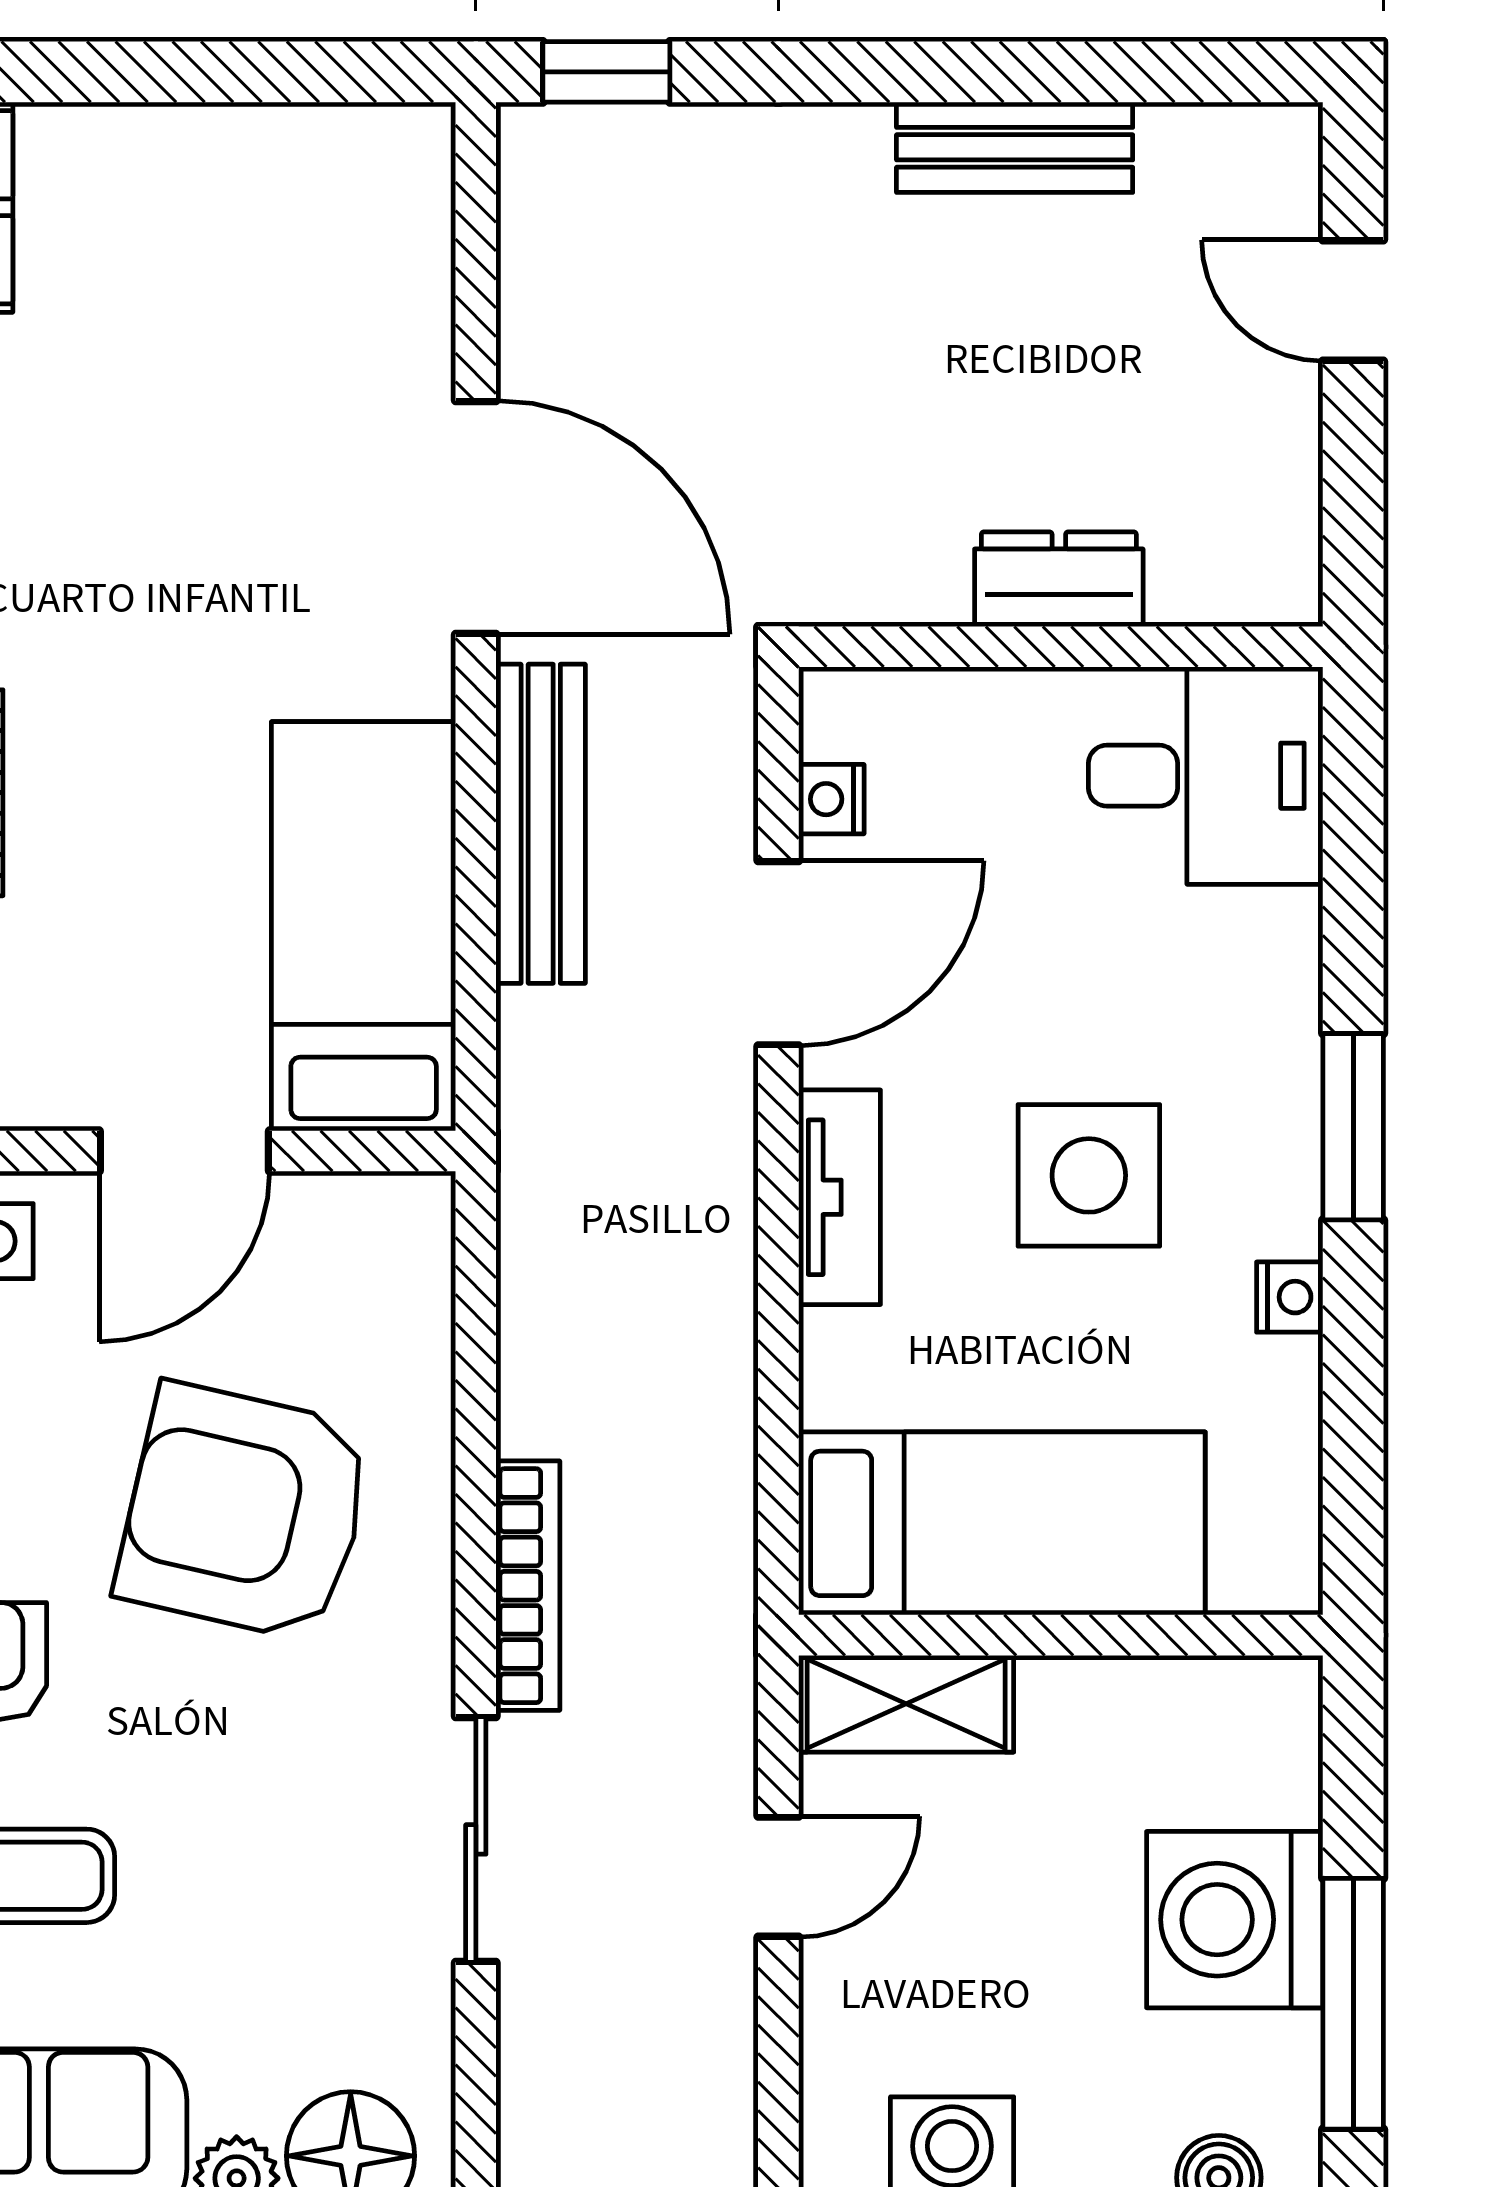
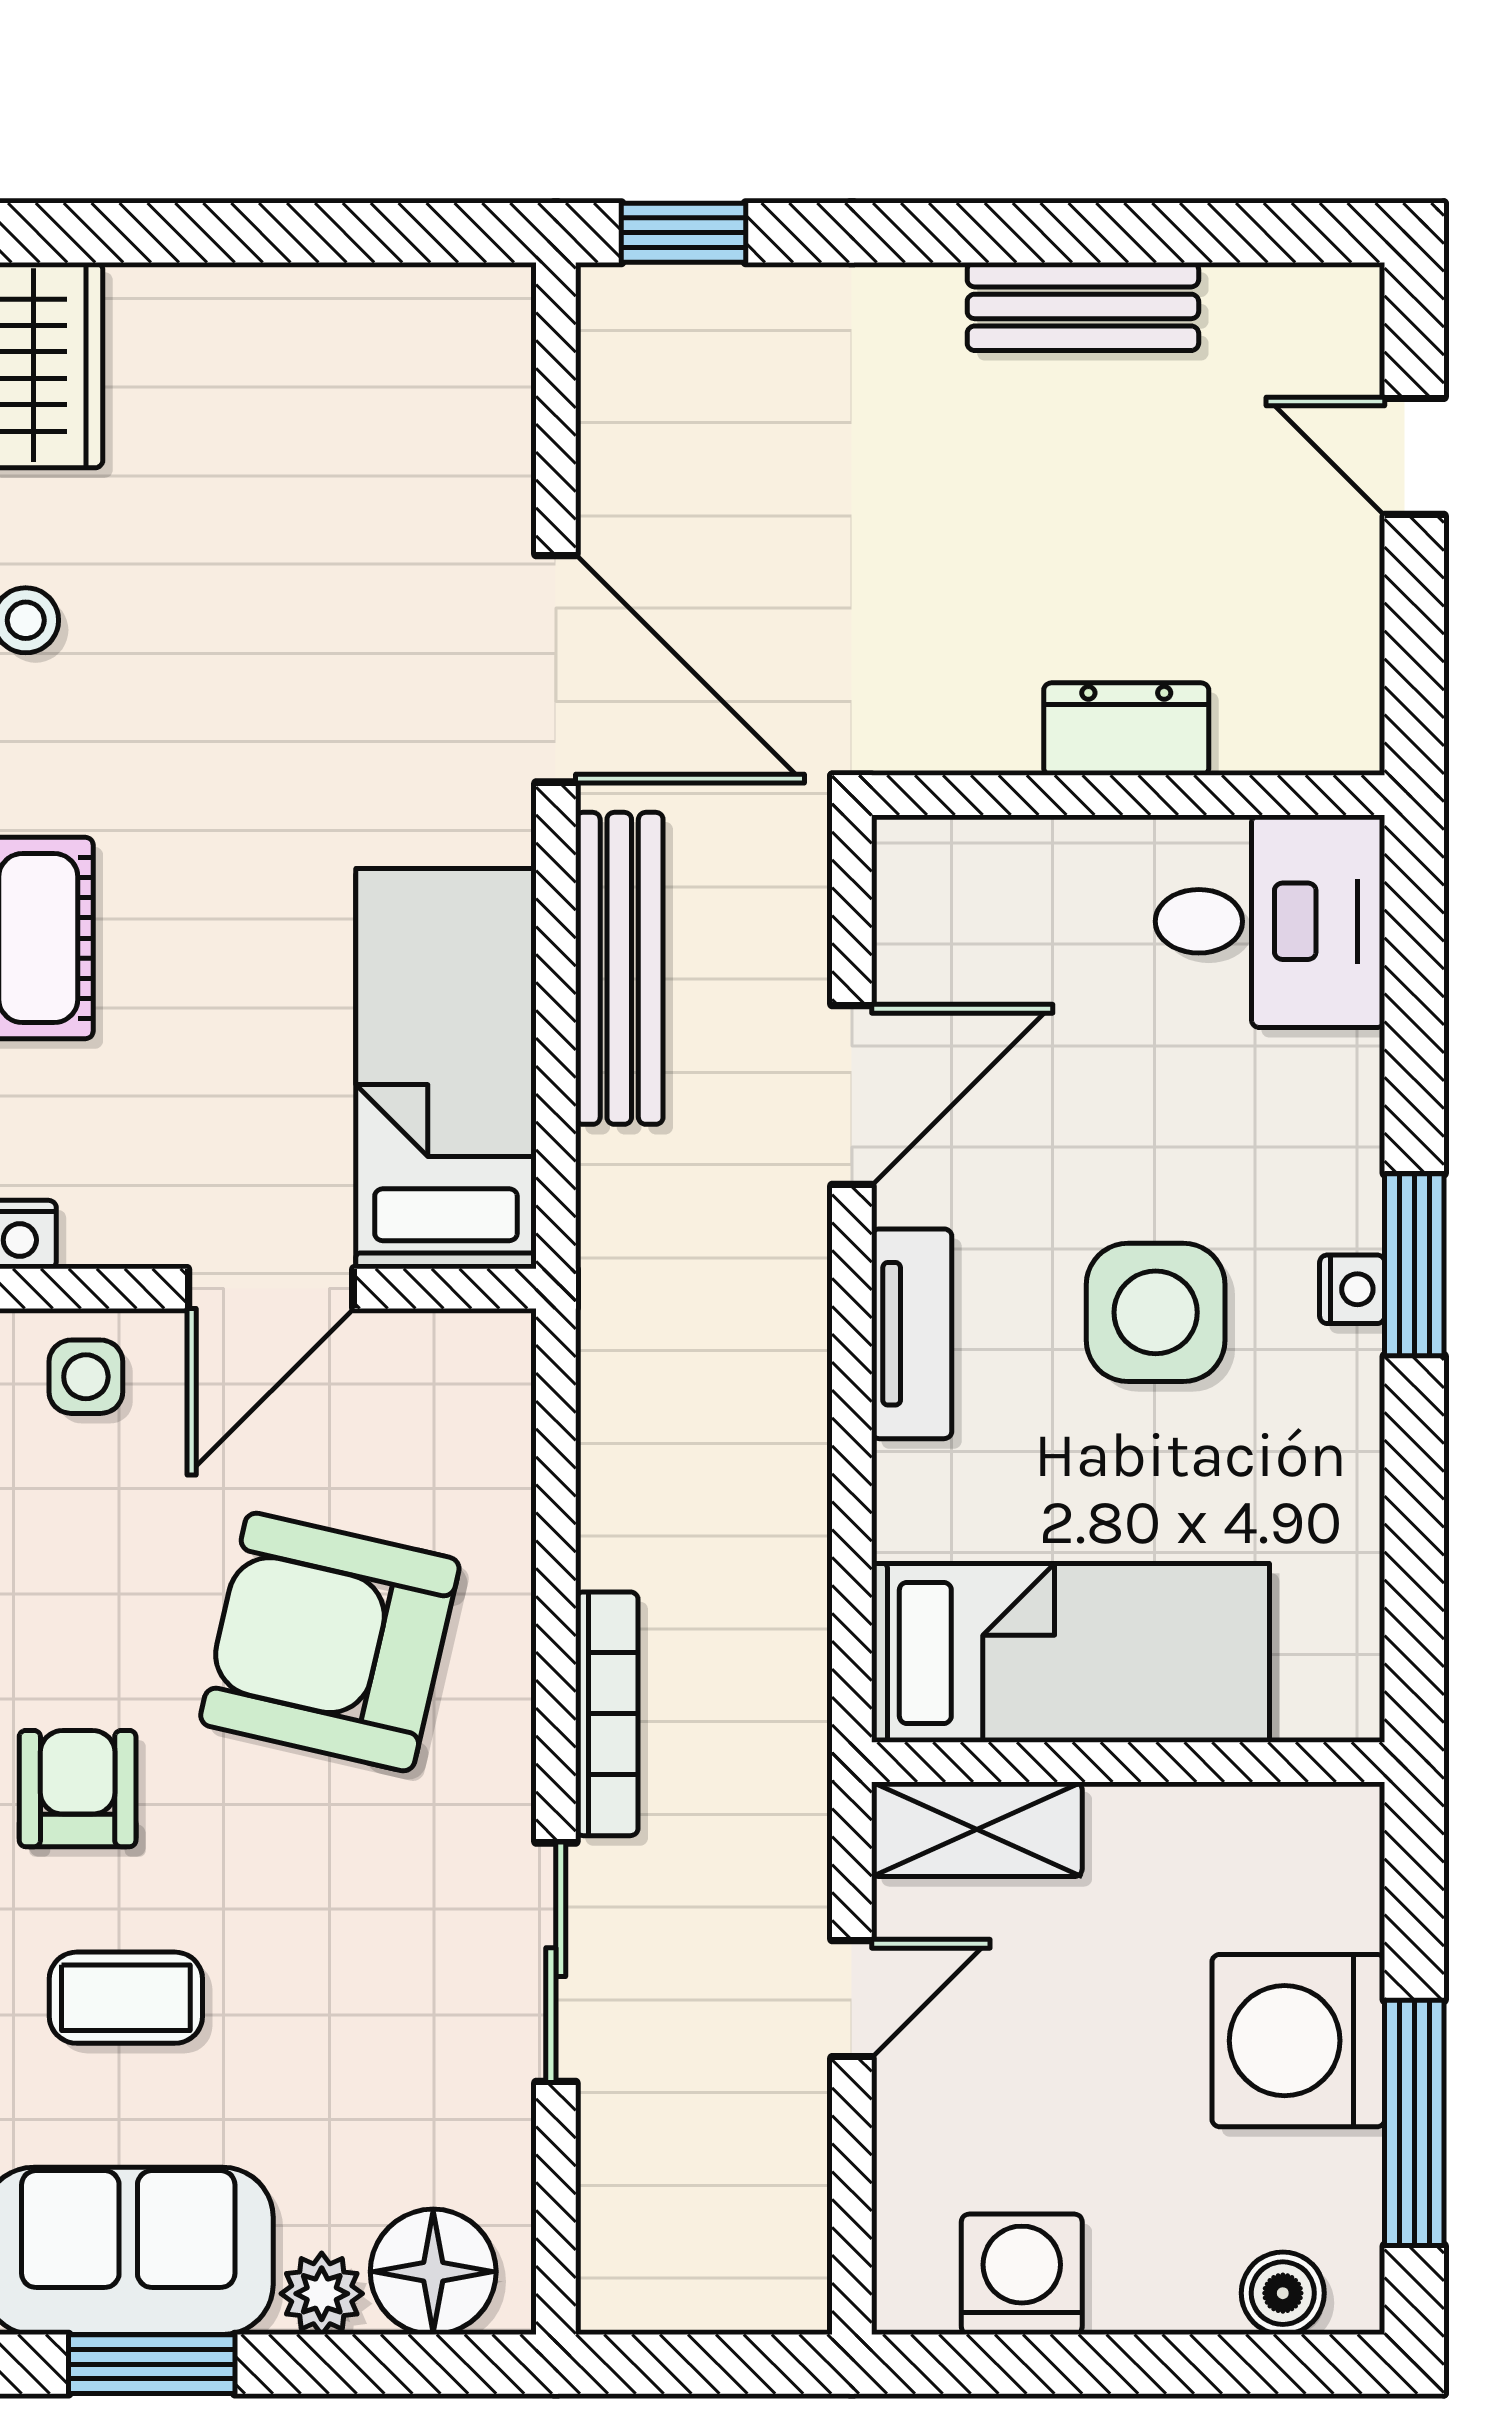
nightstand: (831, 799) -> (904, 944), removed
nightstand: (1290, 1297) -> (1352, 1289), moved

